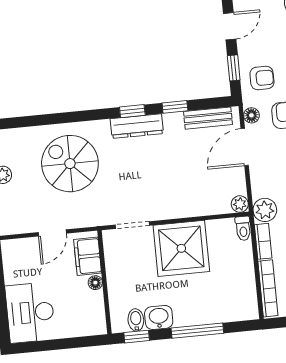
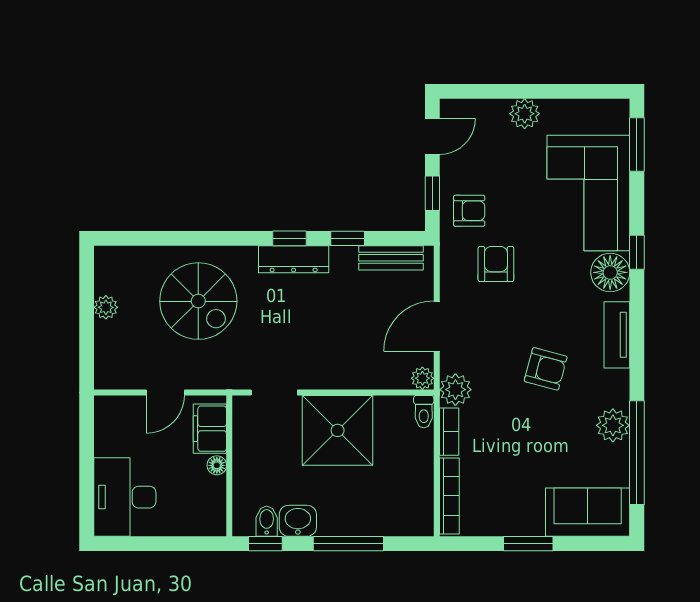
floor lamp: (251, 115) -> (450, 260), removed
door: (245, 147) -> (437, 326), moved
spiral stairs: (70, 164) -> (198, 301), turned 180

